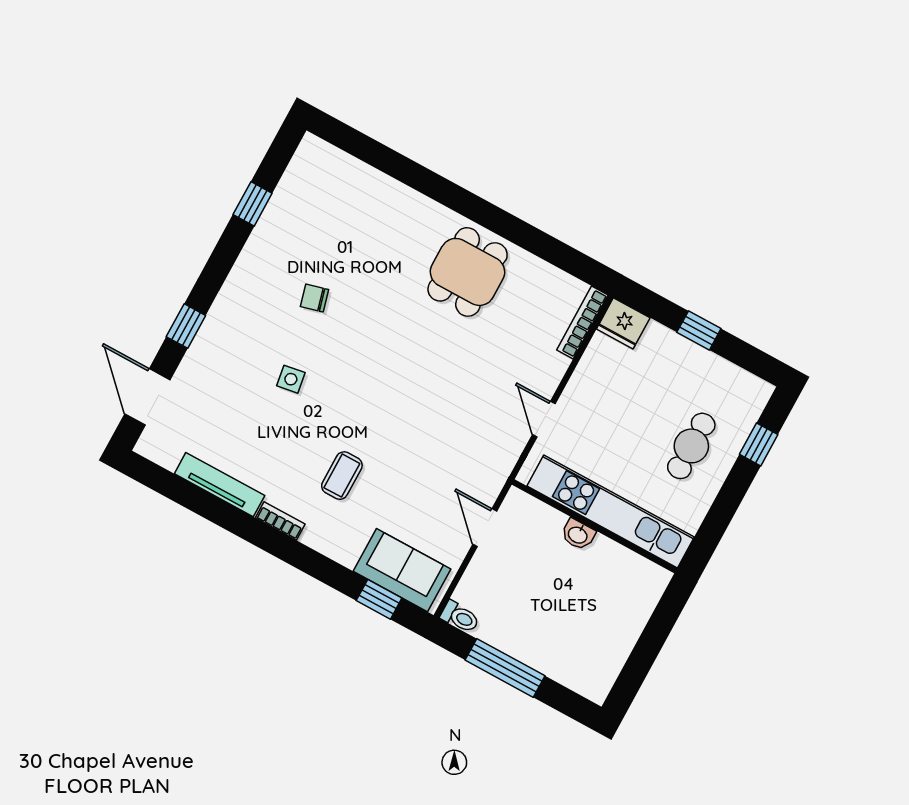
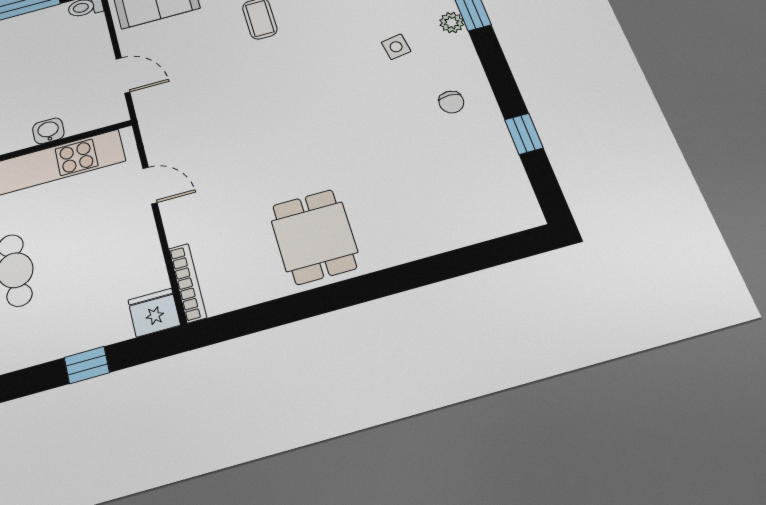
chair: (314, 298) -> (451, 102), moved, turned 105
plant: (210, 334) -> (452, 23), added
side table: (291, 379) -> (396, 47), moved

